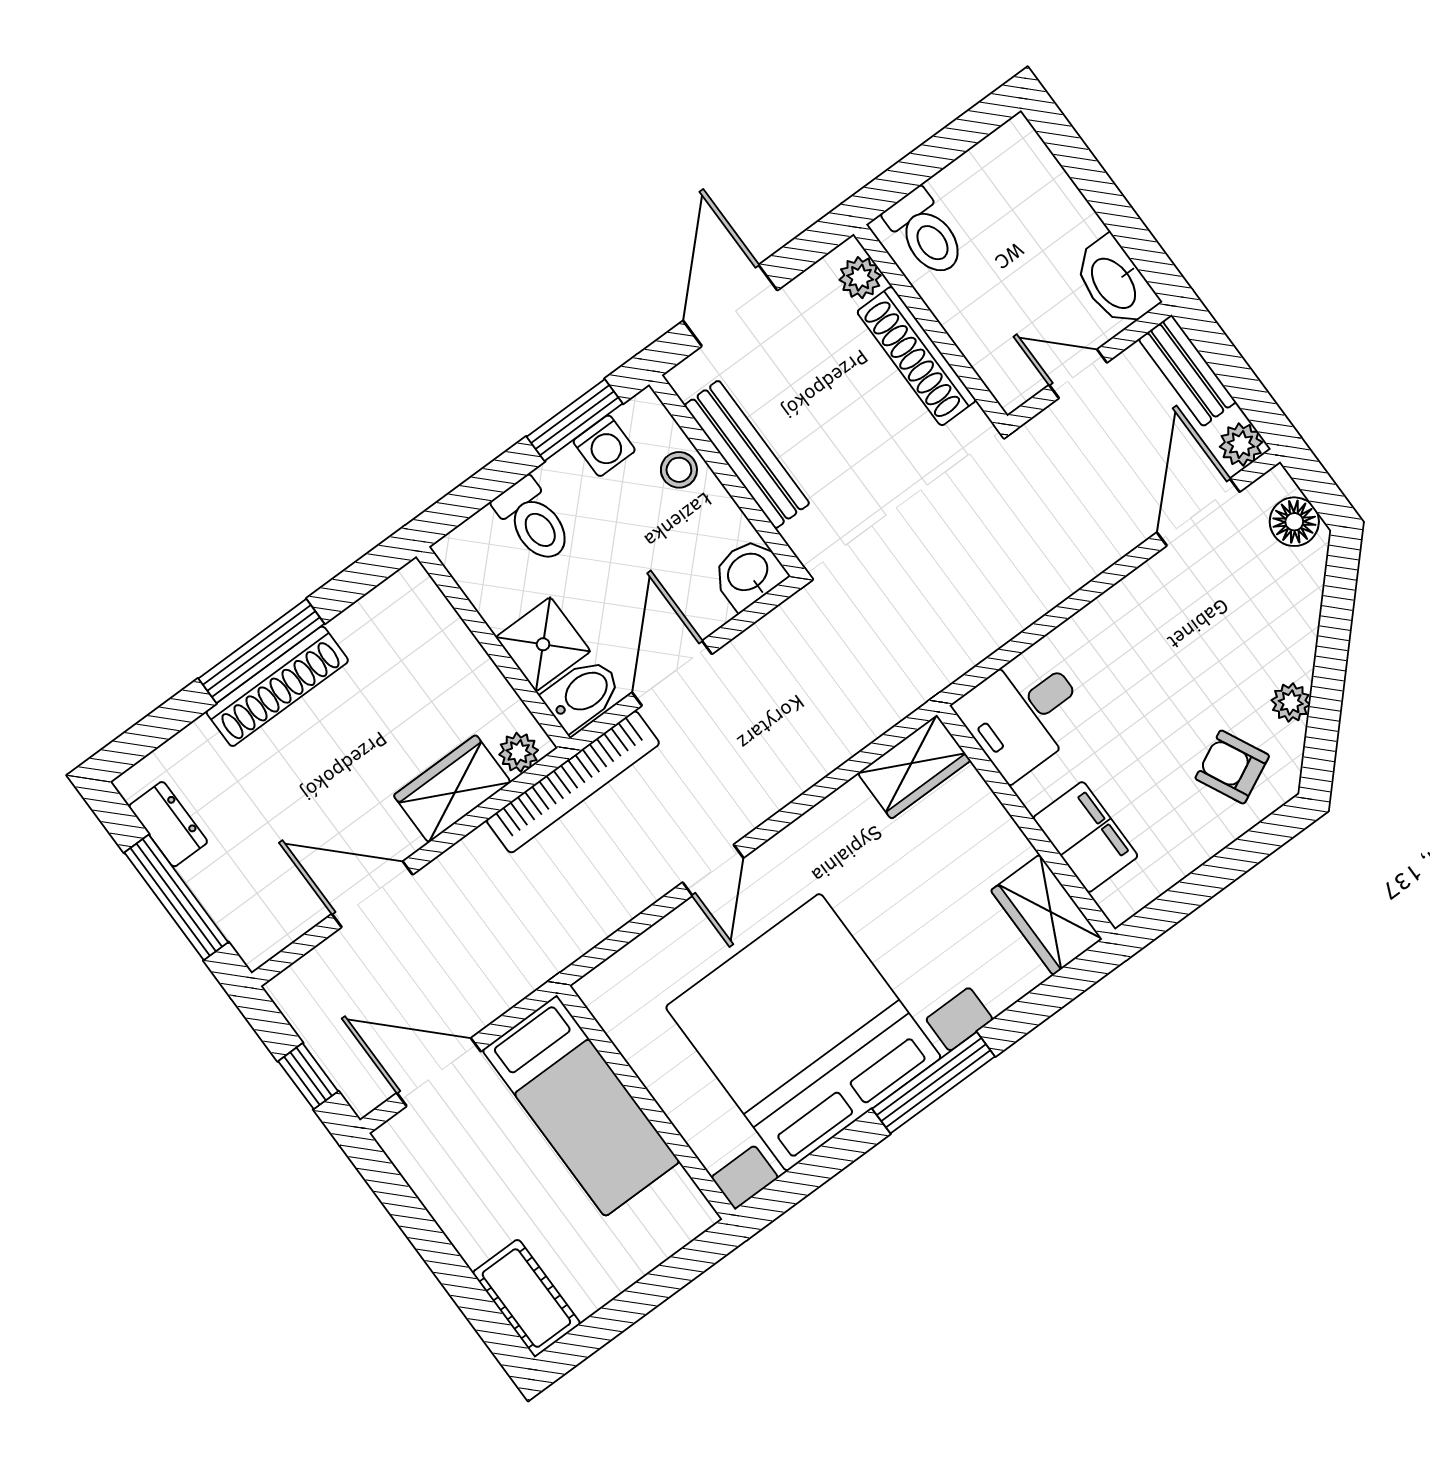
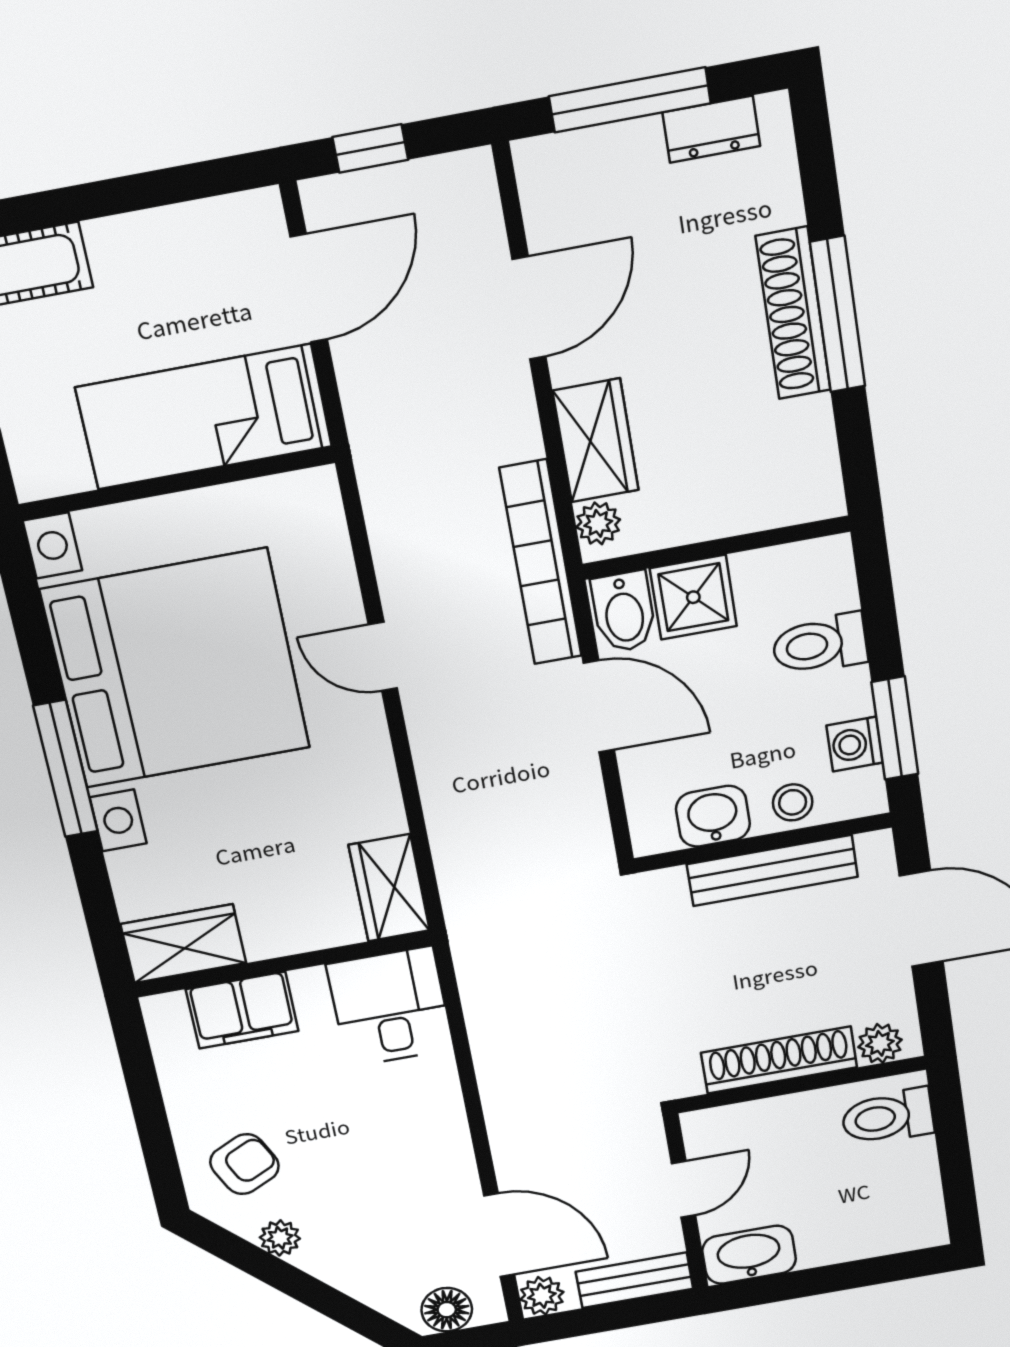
washbasin: (749, 573) -> (713, 816), moved, turned -90

